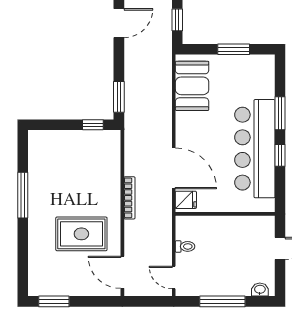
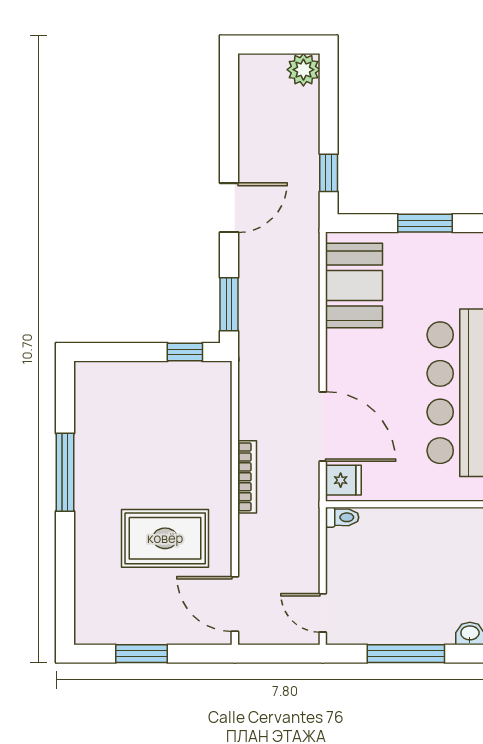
door: (119, 23) -> (229, 208), moved
toilet: (185, 246) -> (342, 517), moved
window: (54, 301) -> (141, 654), moved

